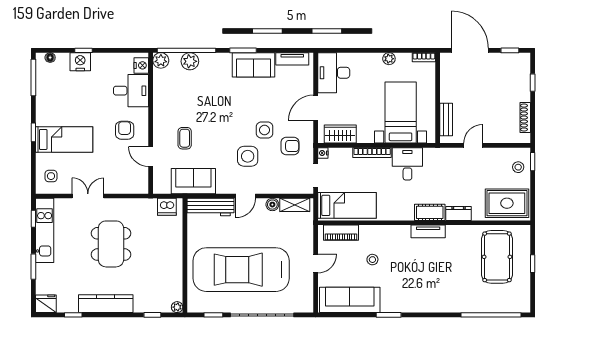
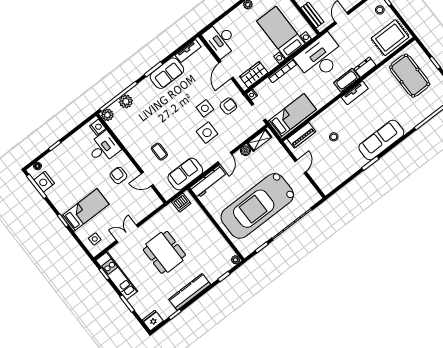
nightstand: (80, 62) -> (44, 182), moved, turned -90
desk: (407, 164) -> (320, 58), width x1.87, depth x1.30
sofa: (350, 300) -> (381, 140), moved

